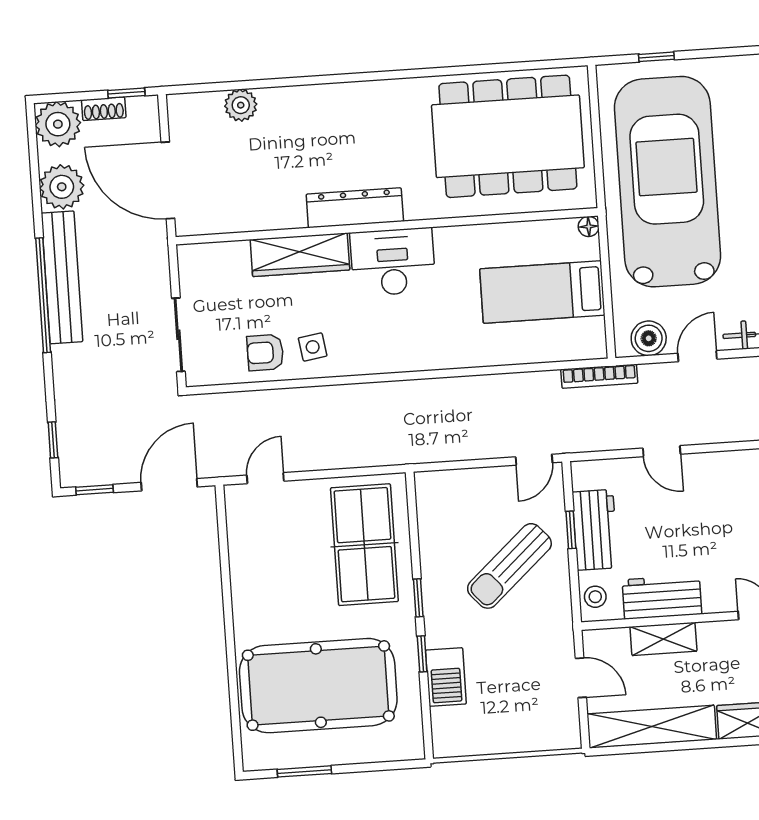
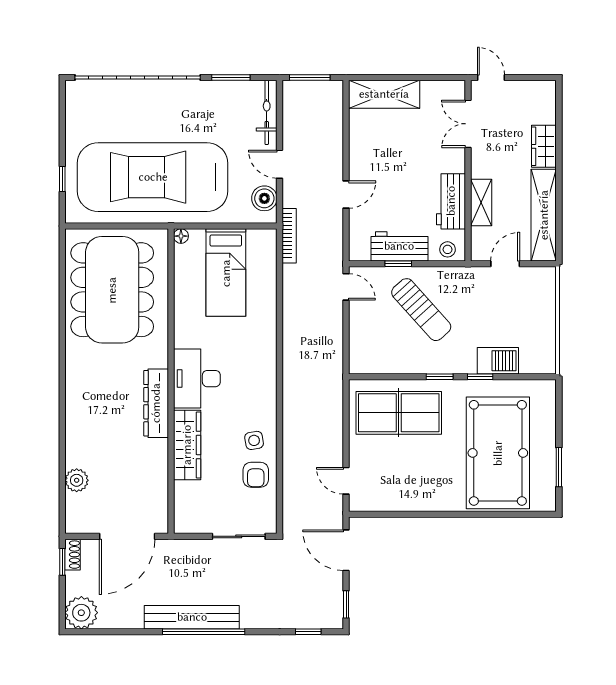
shoe rack: (104, 109) -> (73, 555), moved
plant: (62, 187) -> (127, 613), removed

